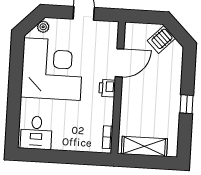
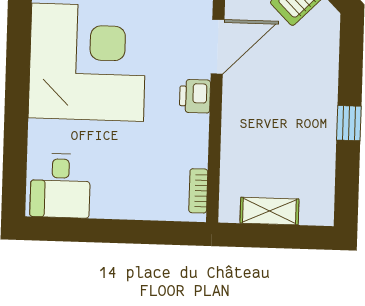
shelving: (144, 146) -> (269, 211), width x0.67, depth x0.75

